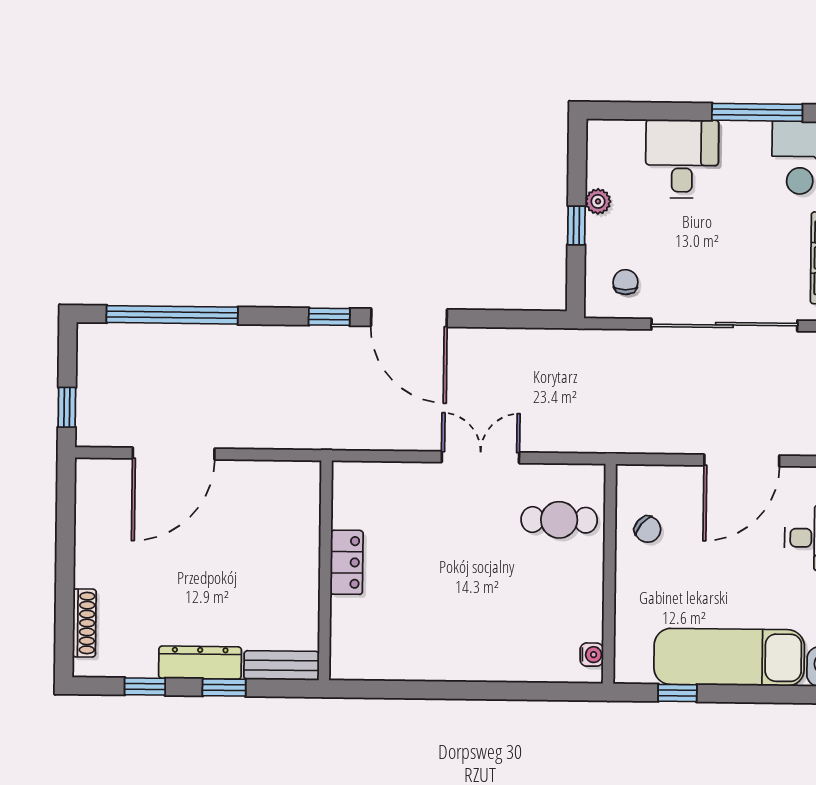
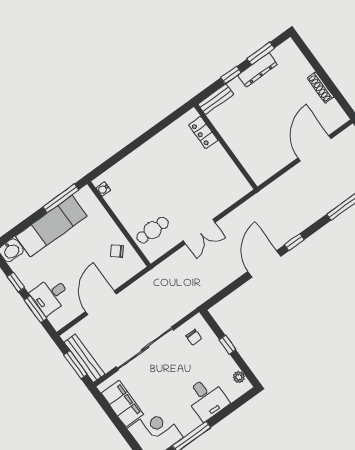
plant: (598, 201) -> (239, 377), moved
door: (409, 318) -> (264, 264), hinge flipped
locker: (347, 562) -> (203, 133), moved
shoe rack: (84, 623) -> (321, 88), moved
dresser: (200, 663) -> (258, 70), moved
window: (145, 687) -> (261, 53), width x1.50
window: (677, 693) -> (61, 198), width x2.17

